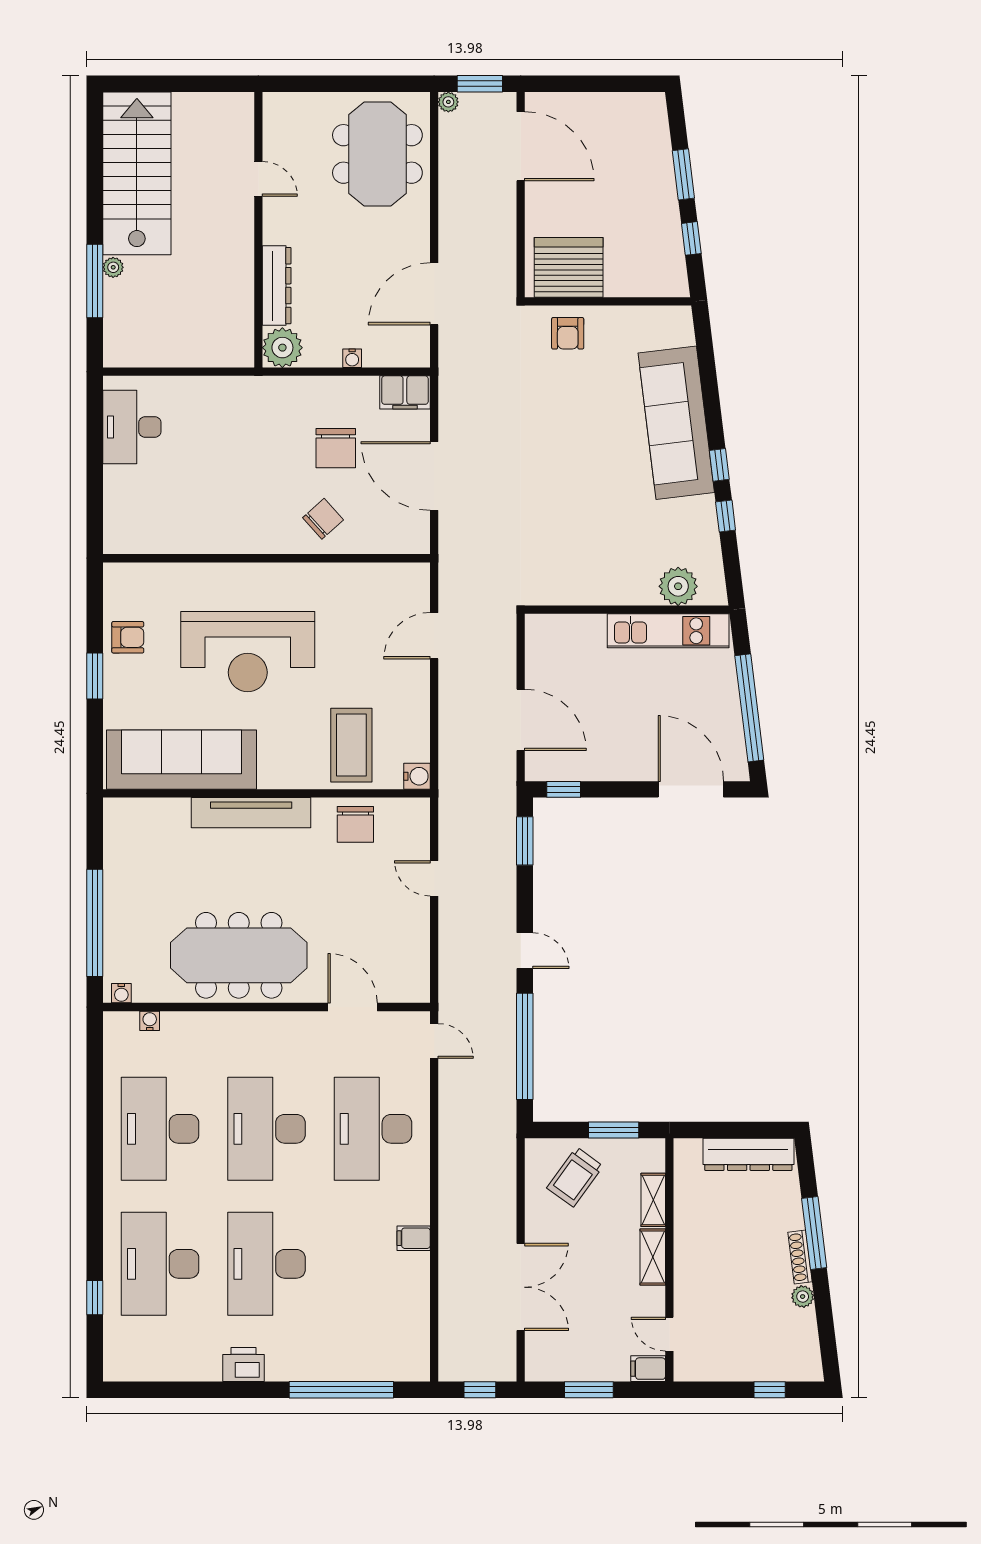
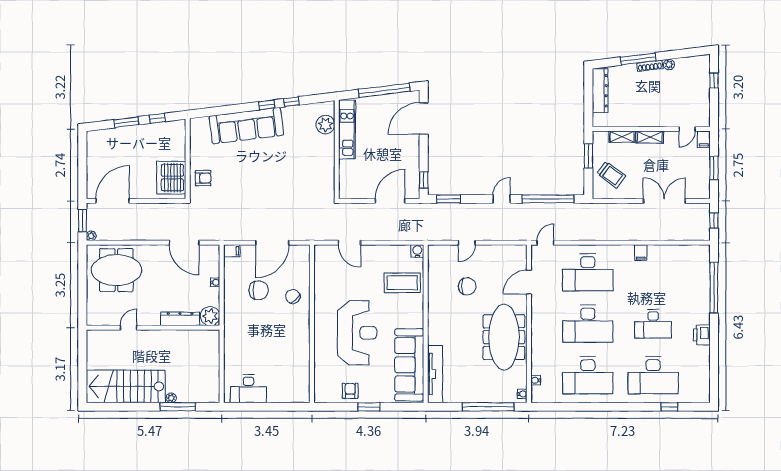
filing cabinet: (405, 392) -> (232, 251), width x0.50
tv unit: (251, 813) -> (435, 374), moved
chair: (355, 824) -> (467, 286), moved
desk: (266, 1264) -> (653, 324), width x0.73, depth x0.77

